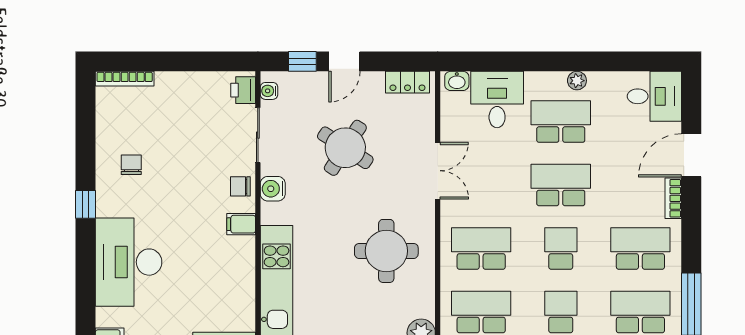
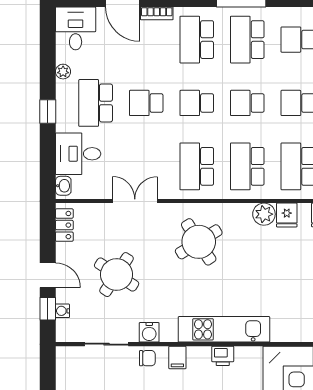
window: (550, 61) -> (48, 111), added
plant: (577, 81) -> (63, 72), moved
printer: (243, 90) -> (223, 356), moved
water cooler: (269, 91) -> (62, 311), moved, turned 90
school desk: (561, 185) -> (146, 103), width x0.54
chair: (240, 186) -> (147, 358), turned -90
round table: (386, 251) -> (199, 242), turned -32

